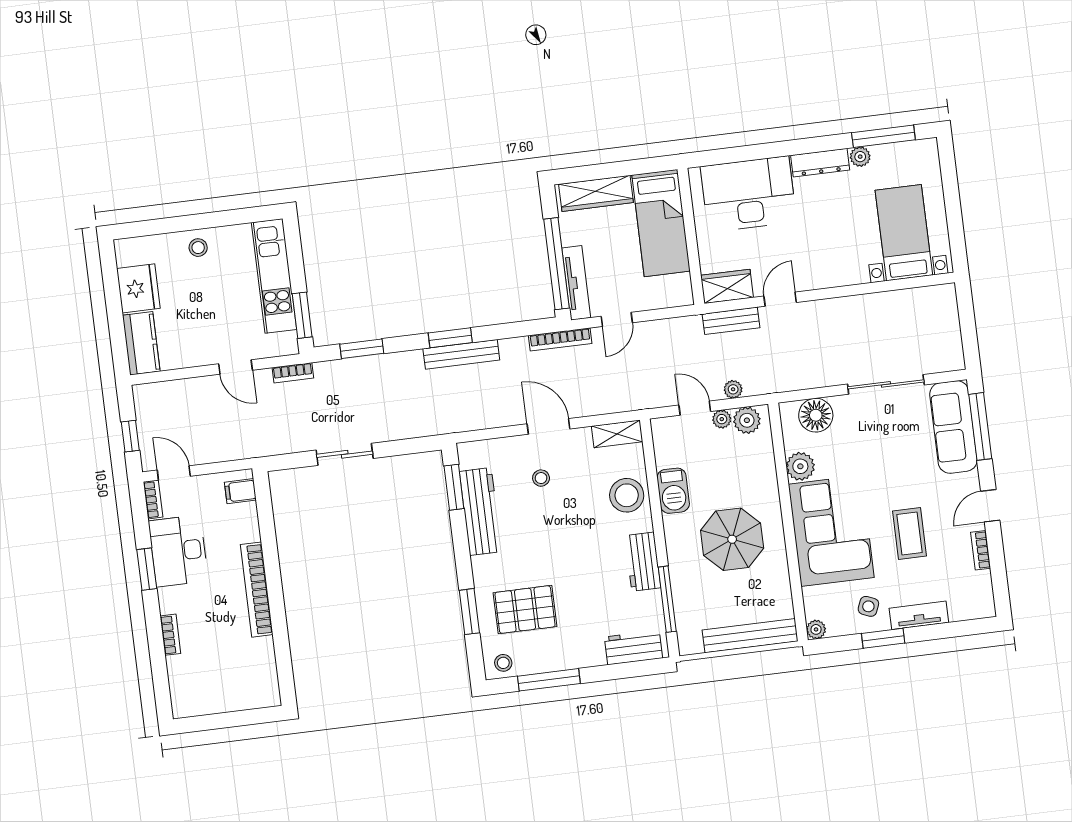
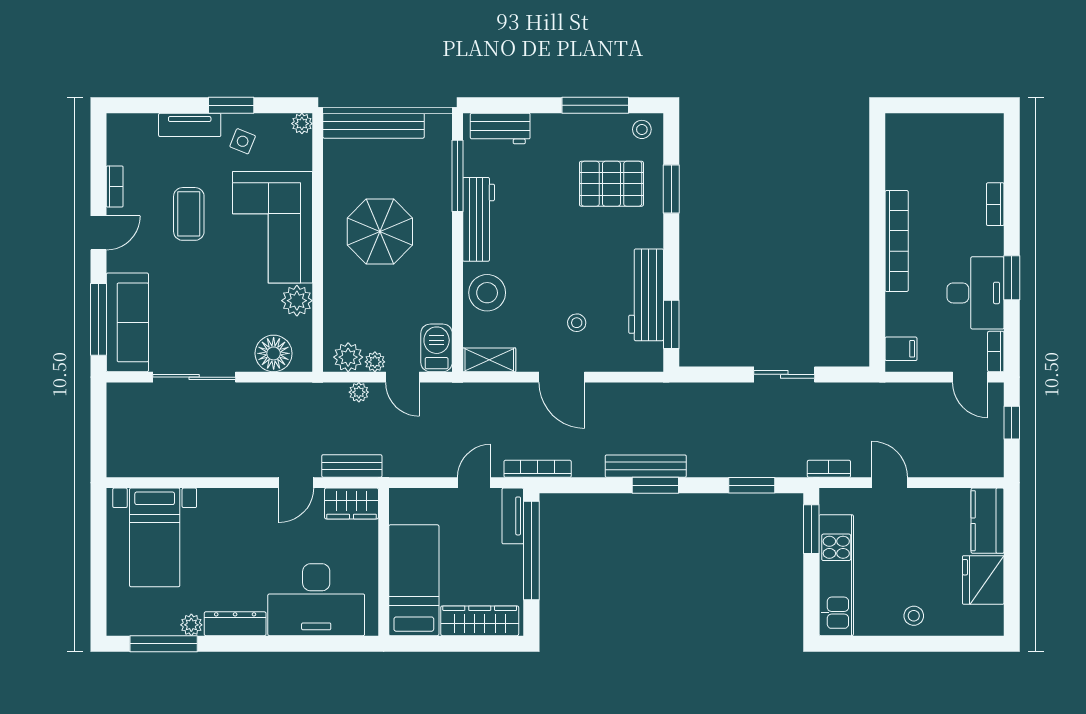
tv unit: (576, 283) -> (513, 516), width x0.71
barbecue: (673, 491) -> (437, 348), moved
workbench: (643, 562) -> (479, 219), width x1.38

